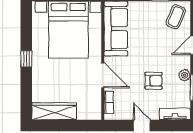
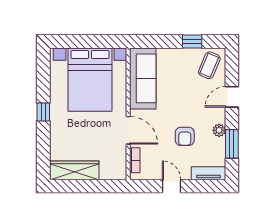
armchair: (154, 81) -> (185, 136), turned 90

